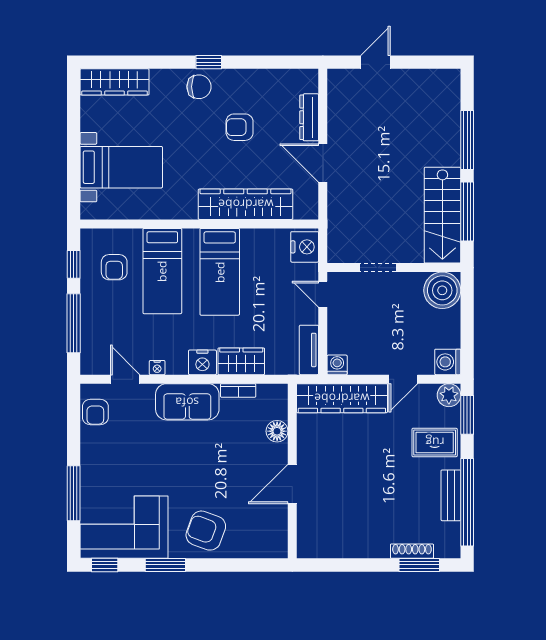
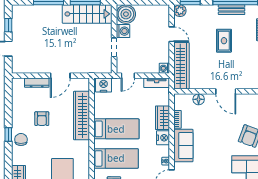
window: (421, 62) -> (8, 25), added
washing machine: (448, 362) -> (123, 31), moved, turned -90
rug: (435, 442) -> (224, 41), moved

